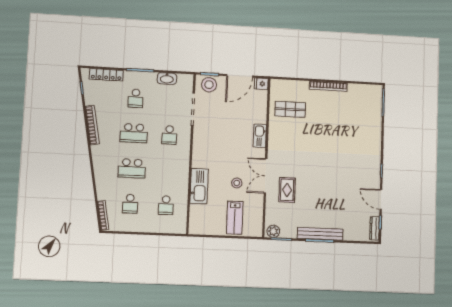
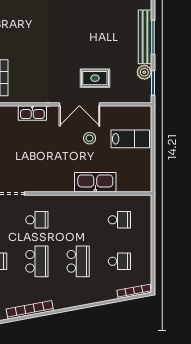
plant: (273, 231) -> (144, 72), moved

